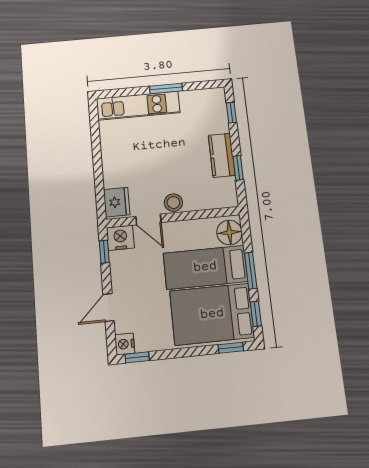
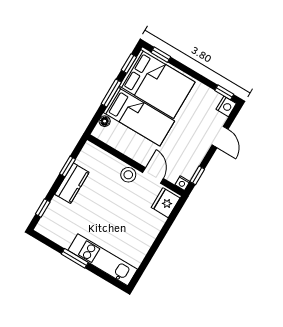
floor lamp: (229, 232) -> (105, 121), width x0.53, depth x0.53
nightstand: (120, 238) -> (182, 183), width x0.53, depth x0.56
door: (109, 308) -> (220, 137), hinge flipped

